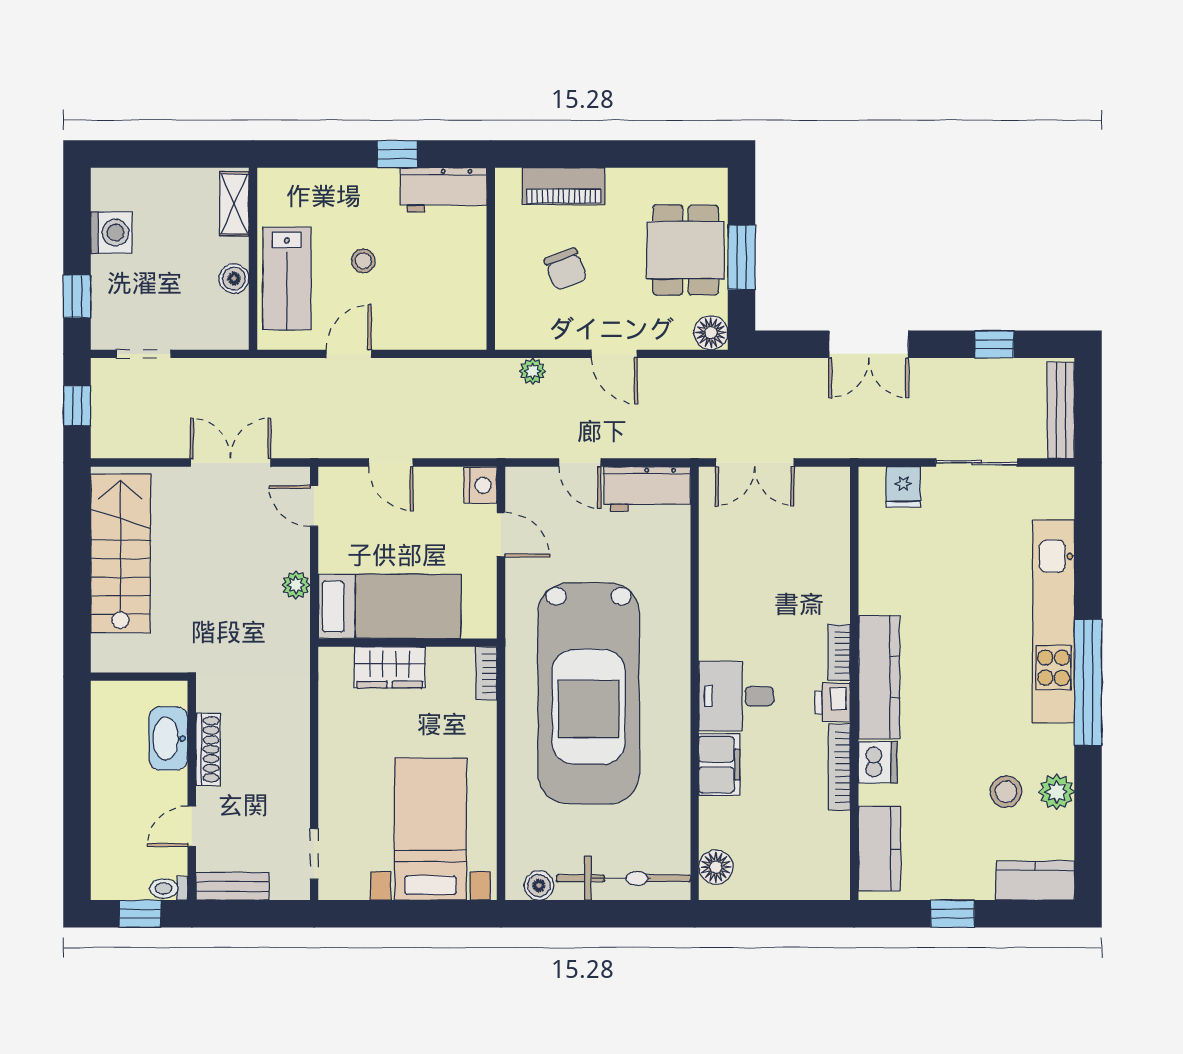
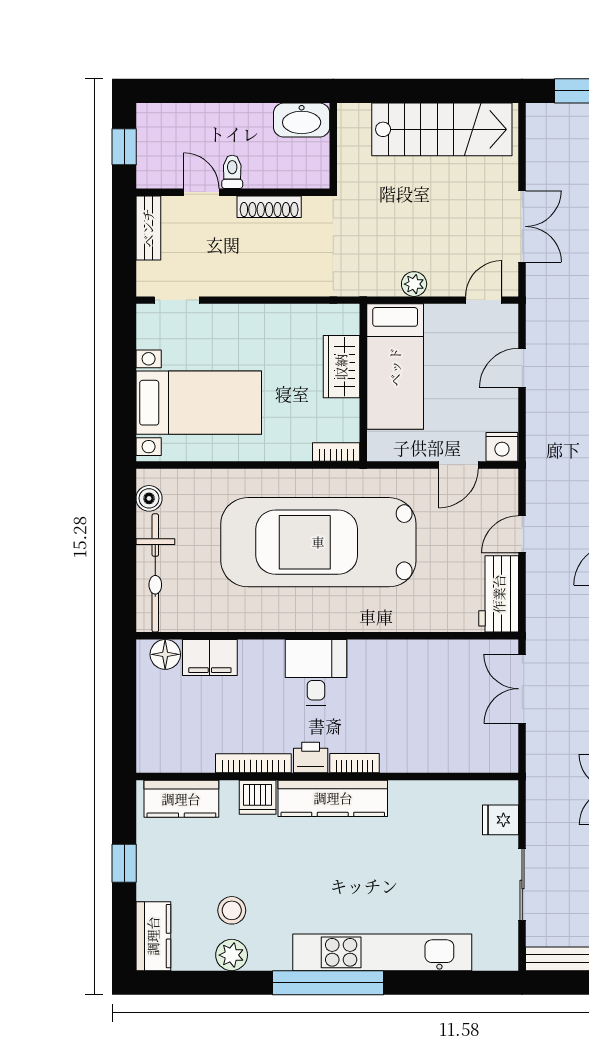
washbasin: (168, 739) -> (302, 120), moved, turned 180
filing cabinet: (719, 765) -> (210, 657), moved
toilet: (169, 888) -> (232, 172), moved

